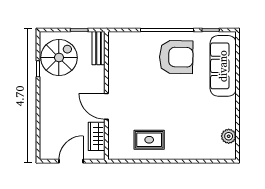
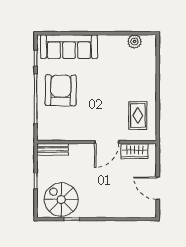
bench: (99, 48) -> (53, 149), moved
wall: (106, 96) -> (97, 142), moved
door: (106, 106) -> (107, 142), moved
wardrobe: (97, 136) -> (135, 151), moved

